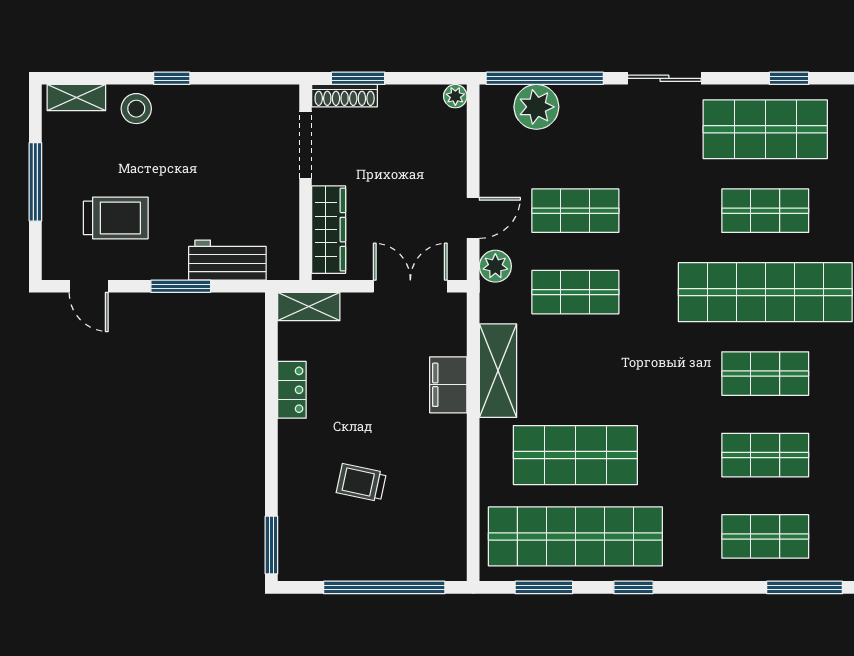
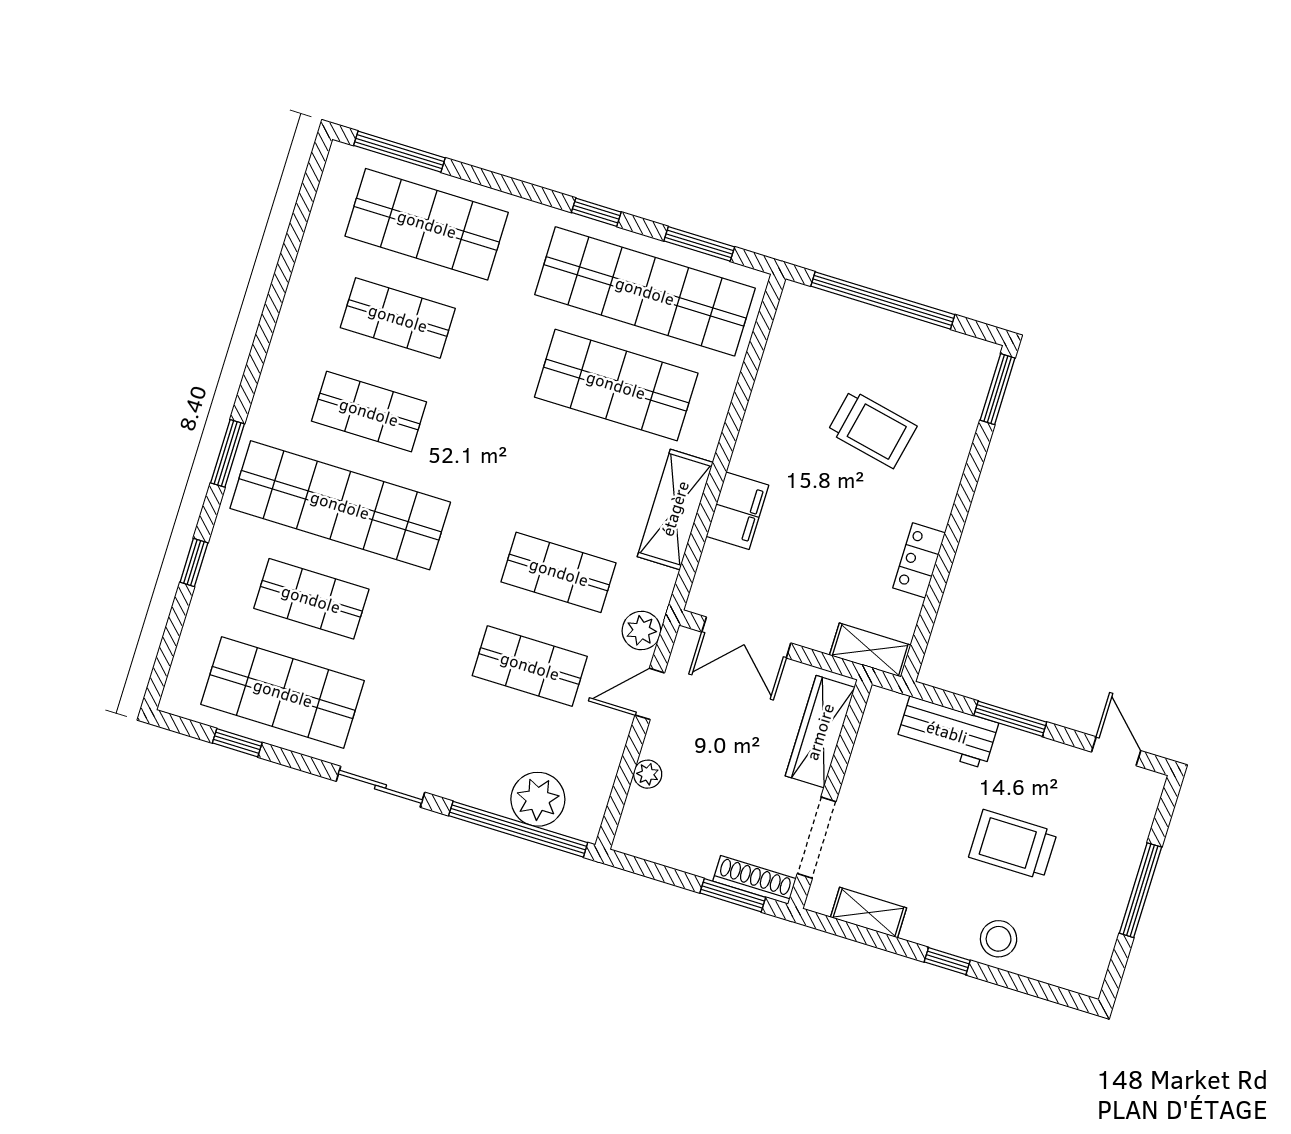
plant: (455, 96) -> (648, 774), moved
shelving: (76, 98) -> (868, 913), moved
trolley: (116, 218) -> (1013, 845), moved
trolley: (361, 483) -> (872, 429), width x1.36, depth x1.39
shop shelf: (765, 536) -> (427, 224), width x1.43, depth x1.36

